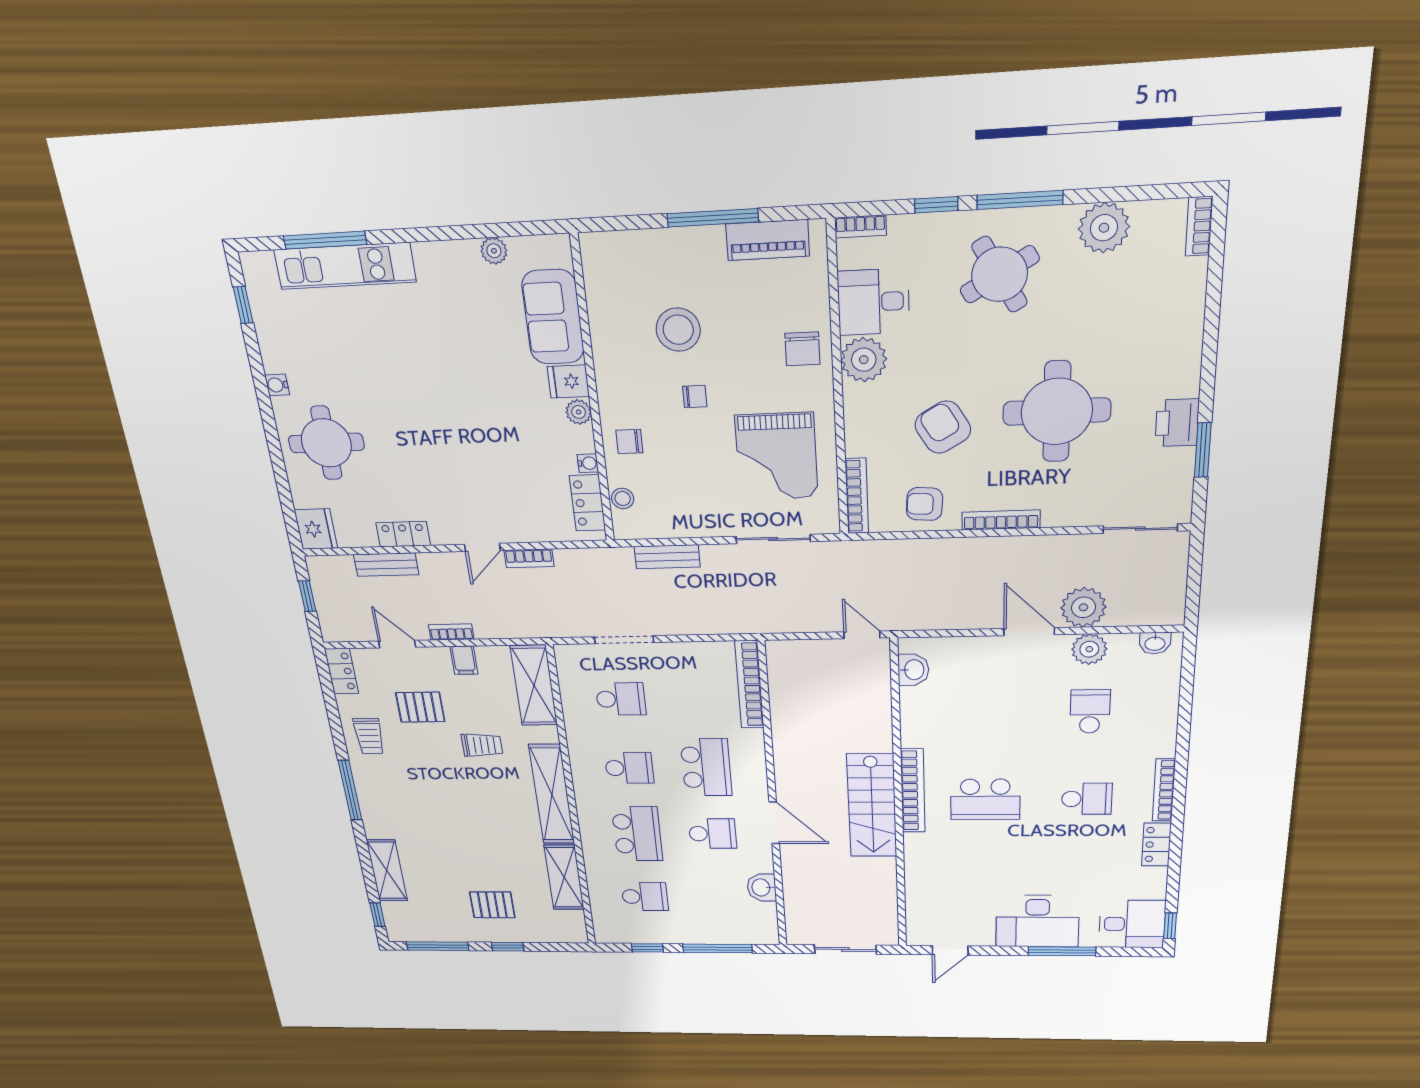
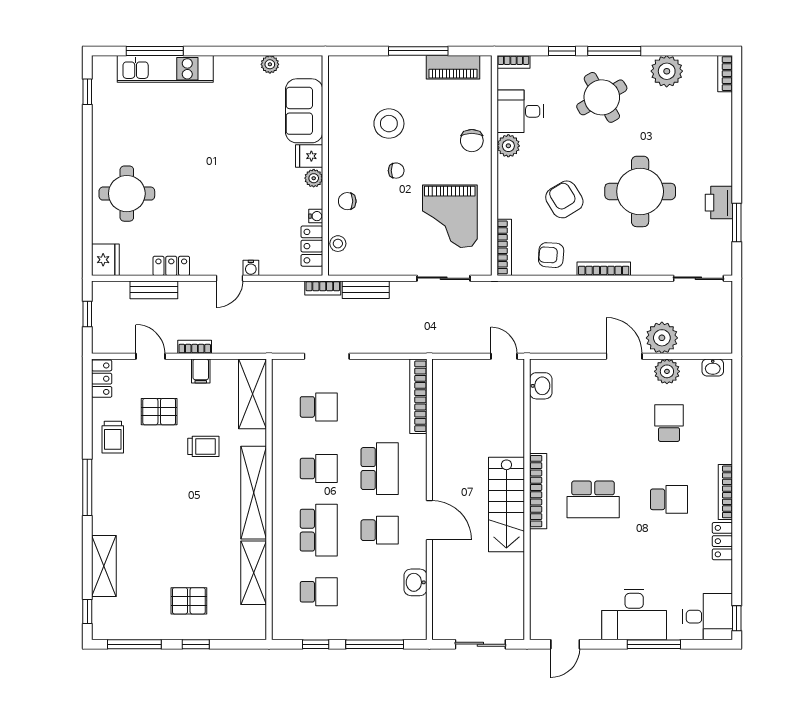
plant: (864, 360) -> (508, 146), width x0.73, depth x0.73
water cooler: (277, 385) -> (251, 268), moved, turned -90
bookcase: (529, 558) -> (323, 288), moved

